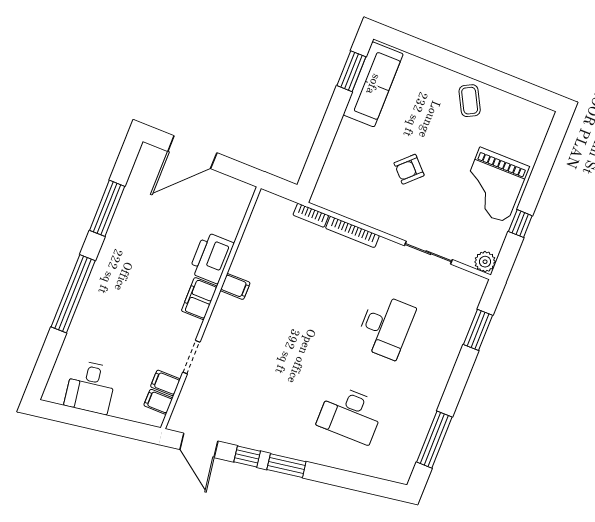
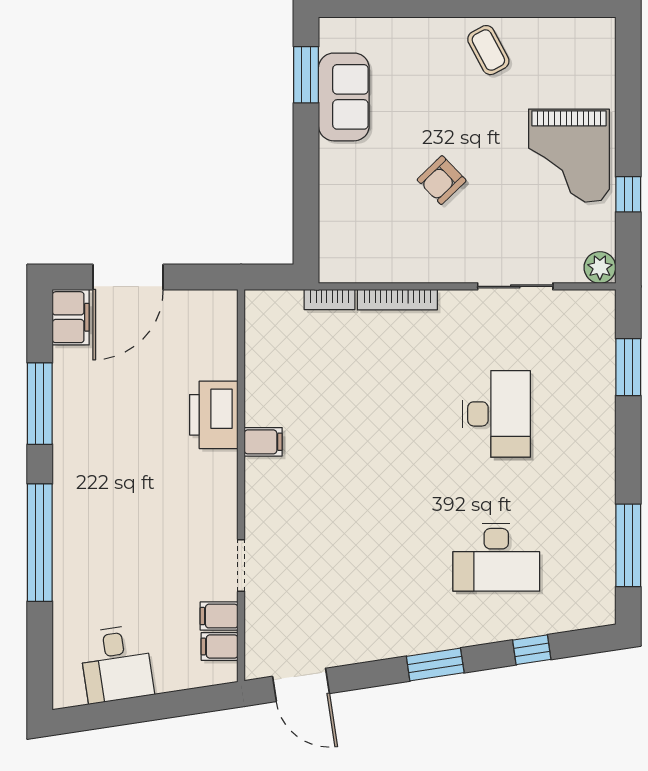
sofa: (373, 84) -> (344, 97), width x0.73
filing cabinet: (199, 299) -> (71, 317), moved, turned 180
window: (247, 456) -> (532, 650), moved

